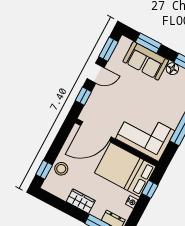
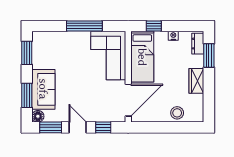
floor lamp: (172, 69) -> (38, 116), moved
door: (96, 131) -> (128, 100), hinge flipped
window: (44, 170) -> (186, 127), removed
bed: (125, 170) -> (142, 57), width x0.67

